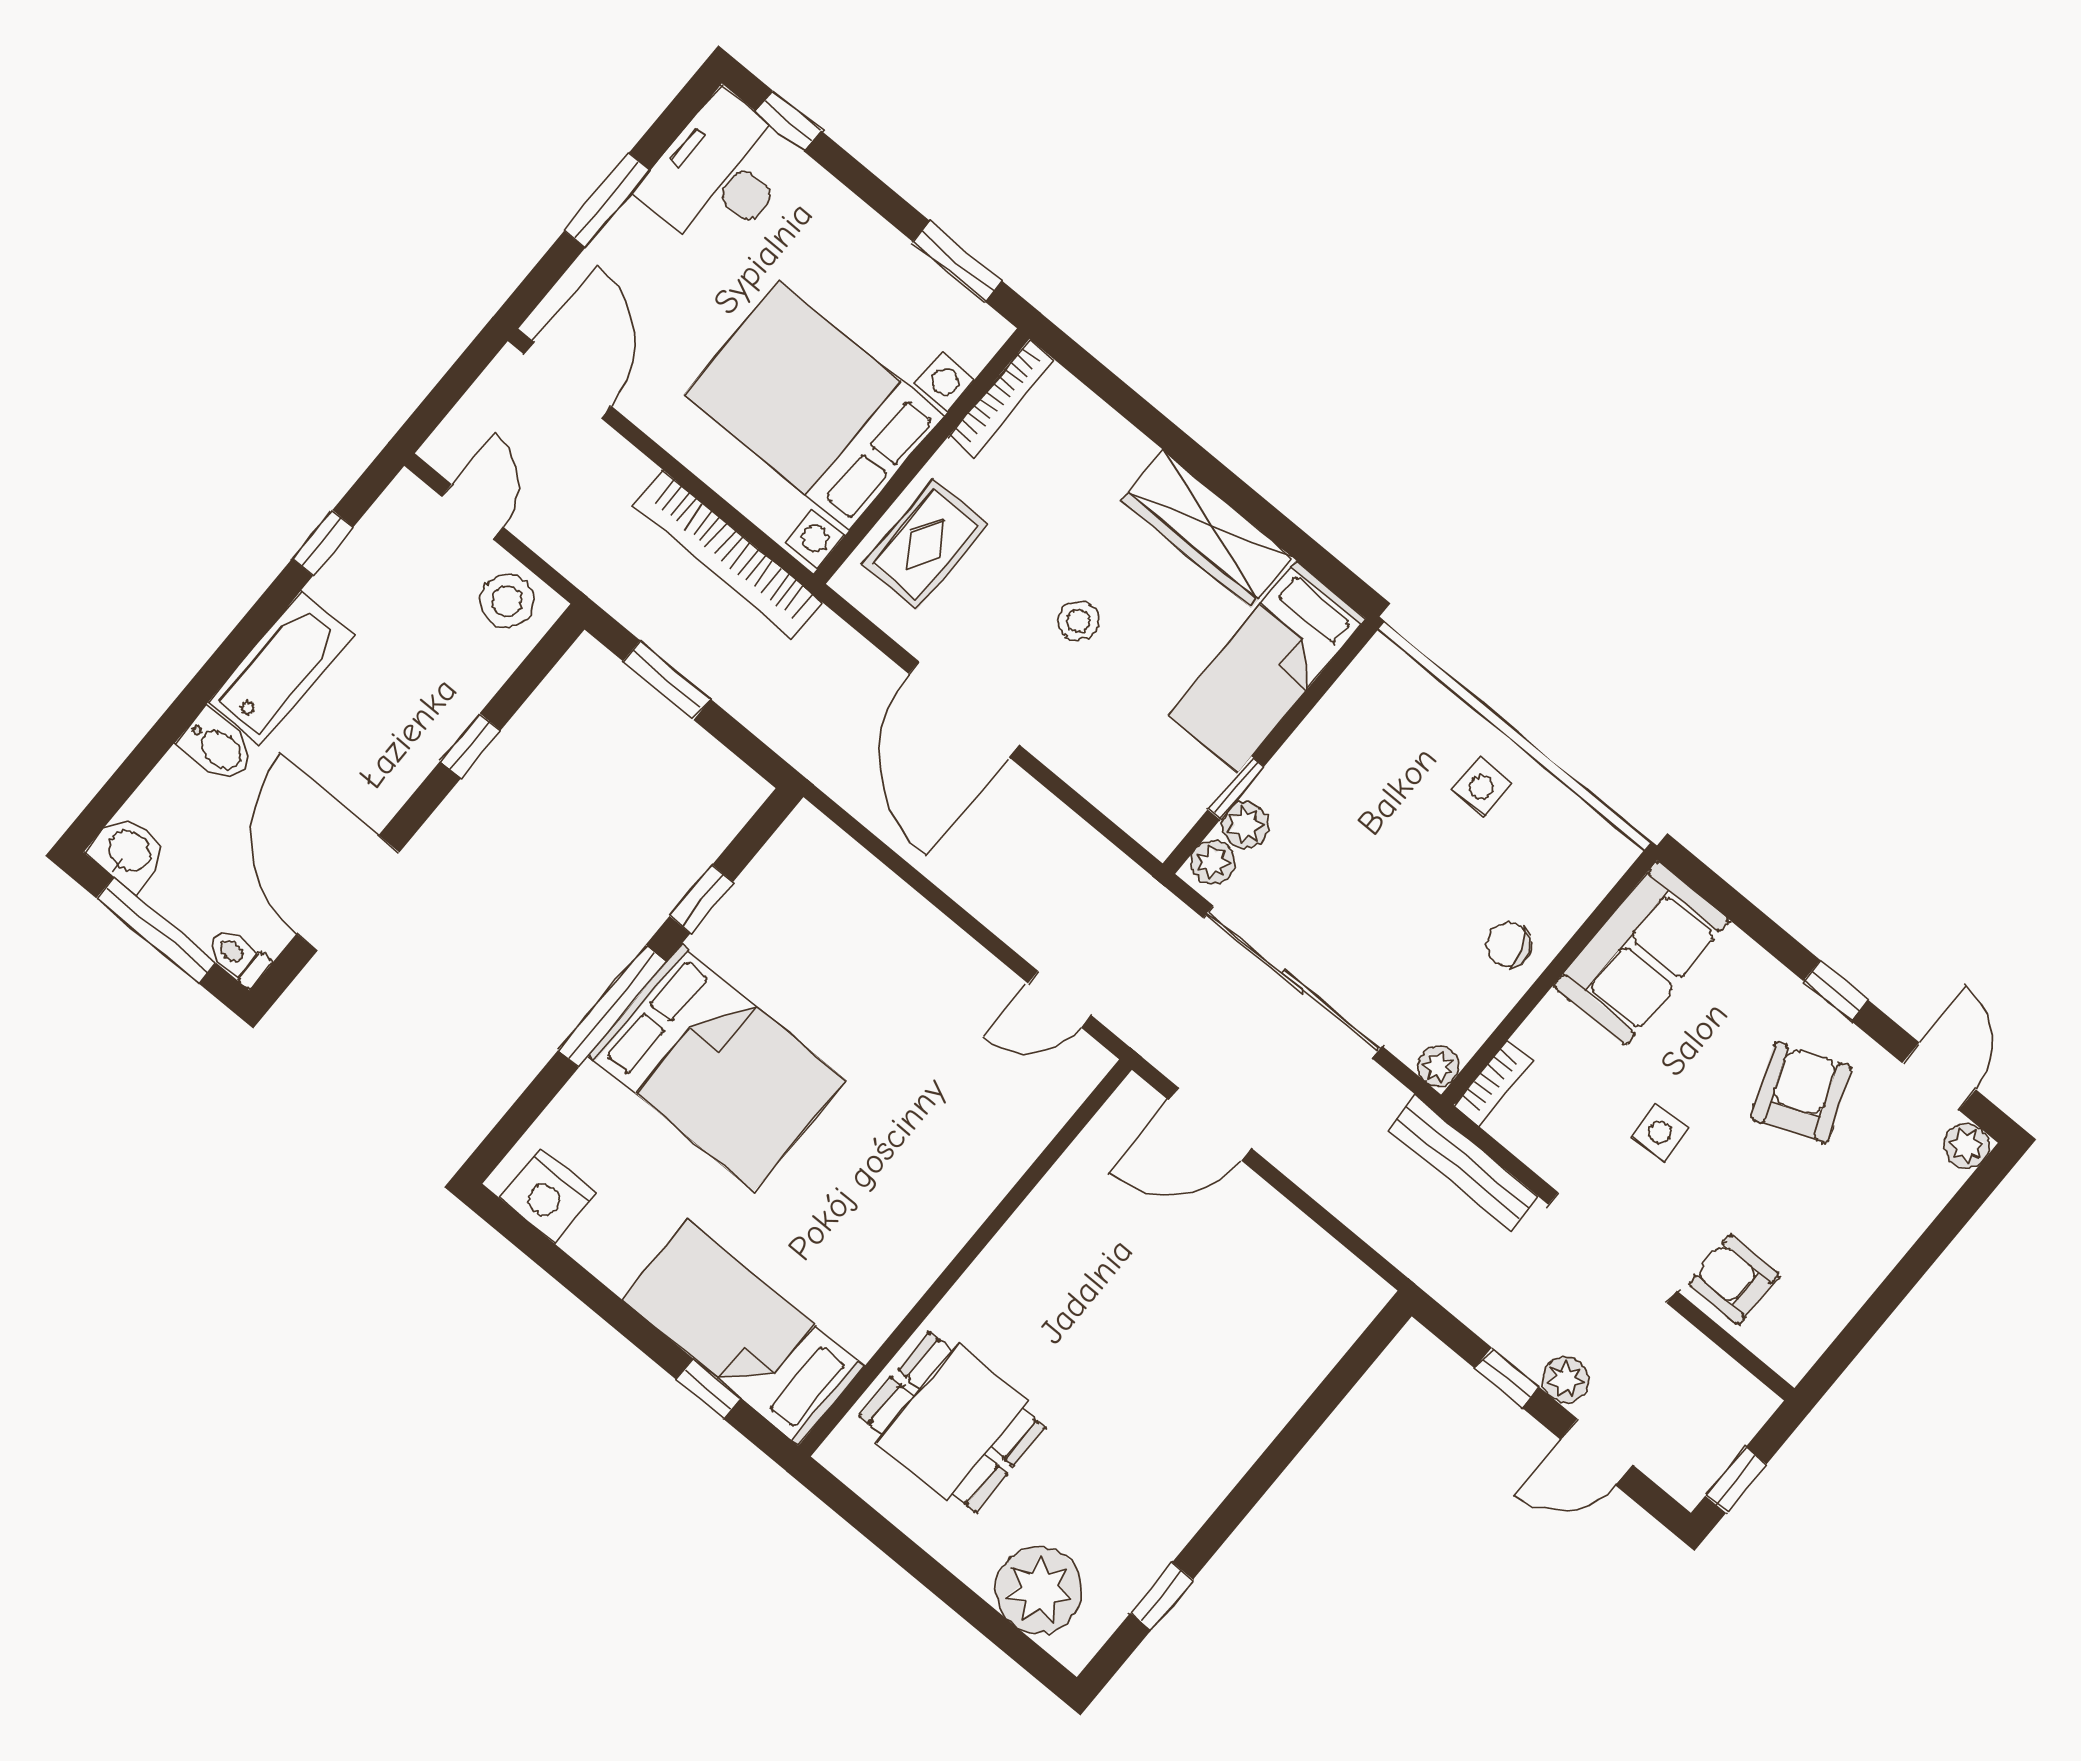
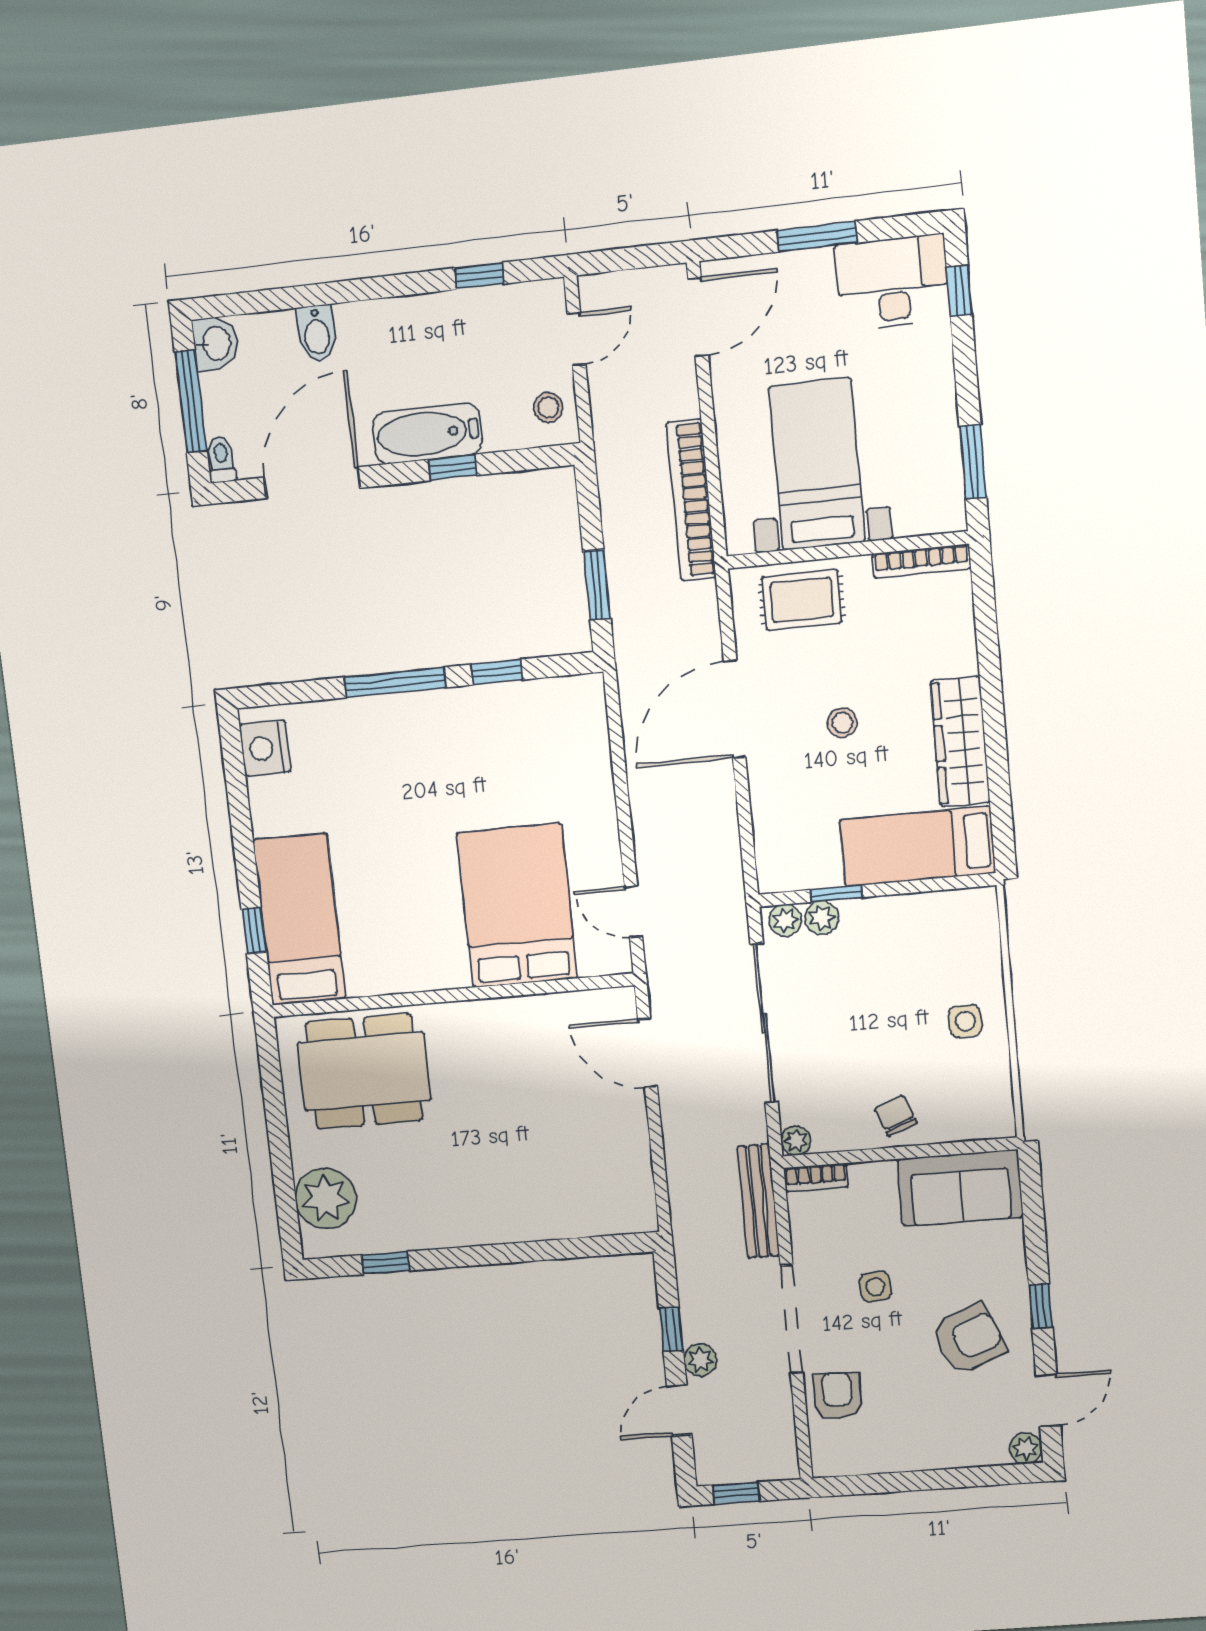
bed with nightstands: (814, 406) -> (817, 464), width x0.73
stool: (507, 601) -> (548, 407), width x0.73, depth x0.73
bathtub: (281, 668) -> (427, 433), moved, turned 180
window: (667, 680) -> (597, 585), moved
bed: (718, 1068) -> (517, 906), moved, turned 180
dining table: (952, 1422) -> (364, 1071), width x1.38
door: (1596, 1452) -> (679, 1410), hinge flipped

